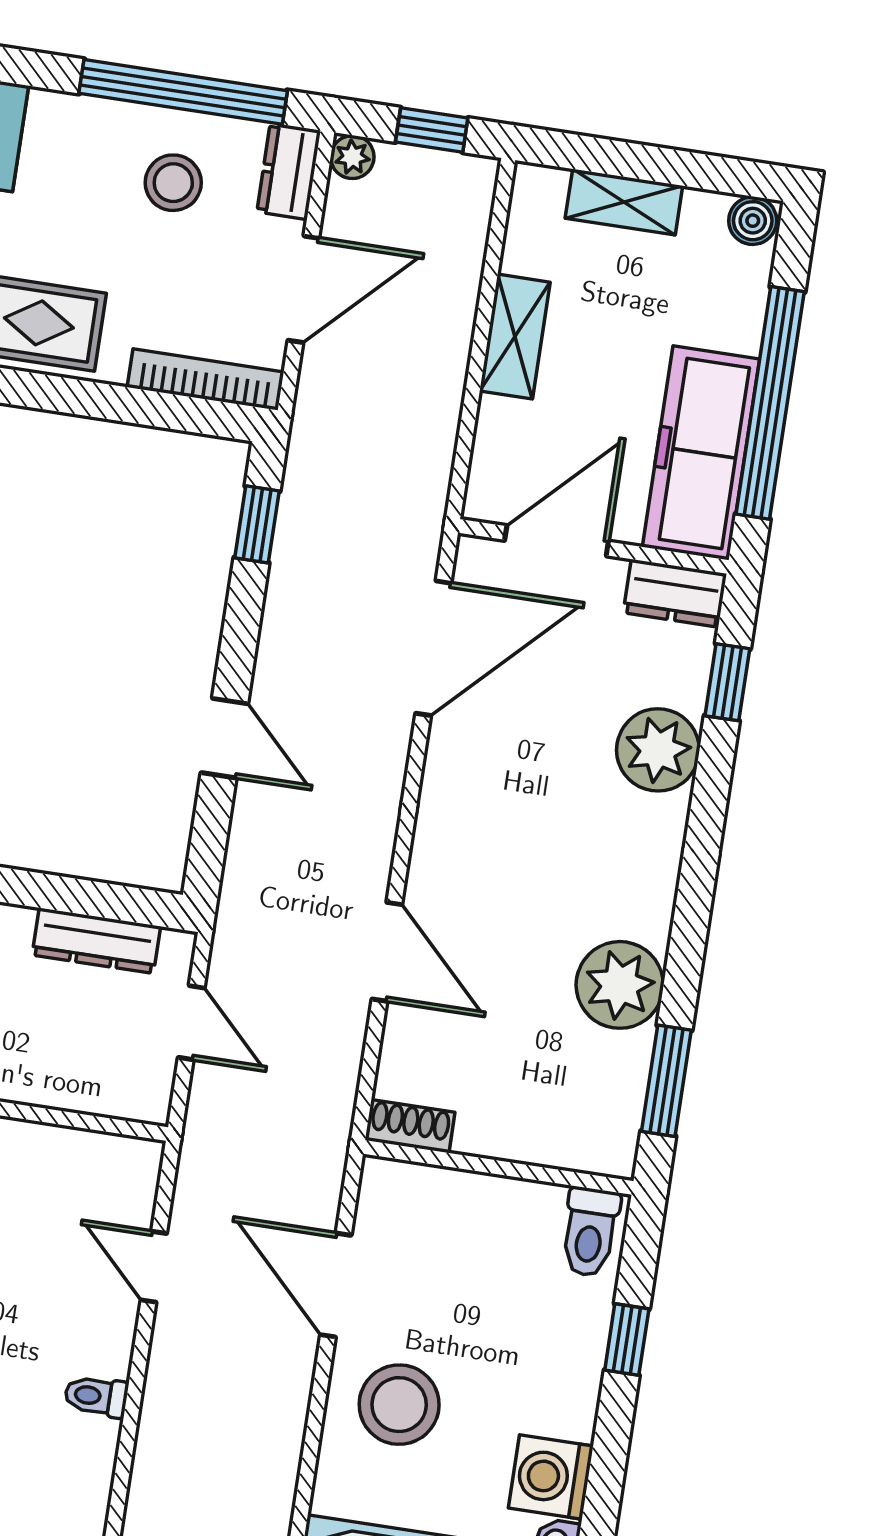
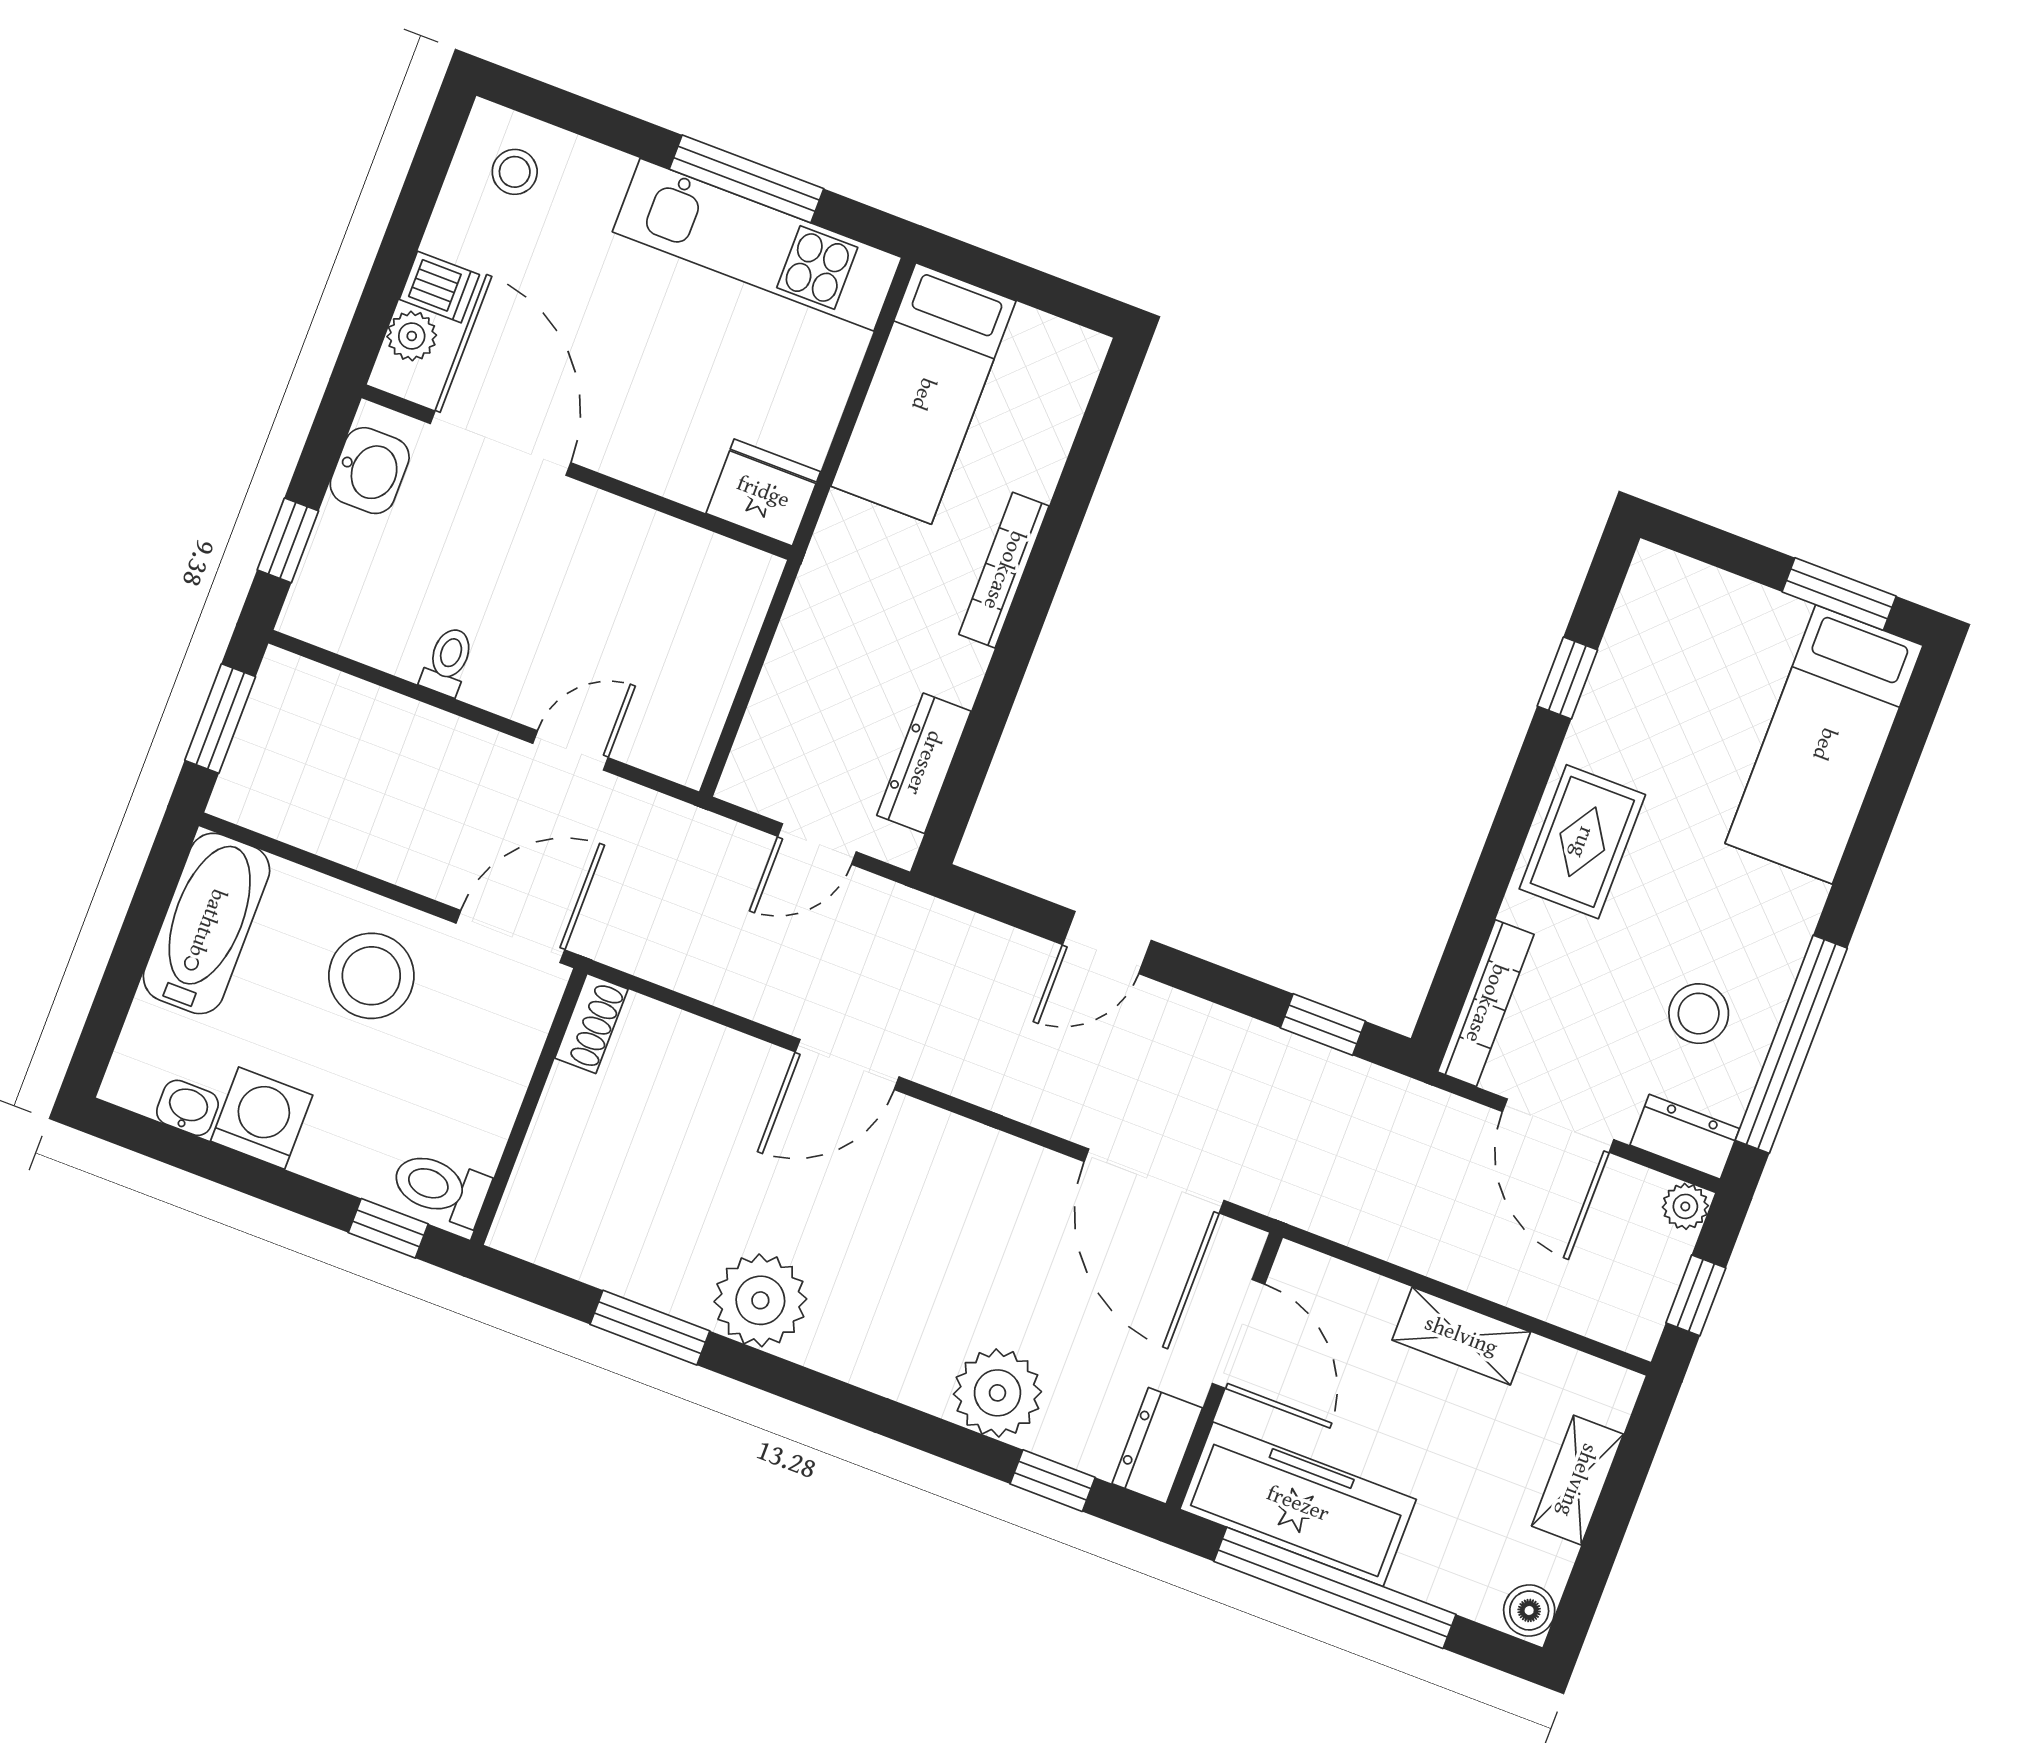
shoe rack: (410, 1126) -> (591, 1024), moved
wall: (498, 1167) -> (528, 1107), moved
toilet: (590, 1232) -> (440, 1188), moved

